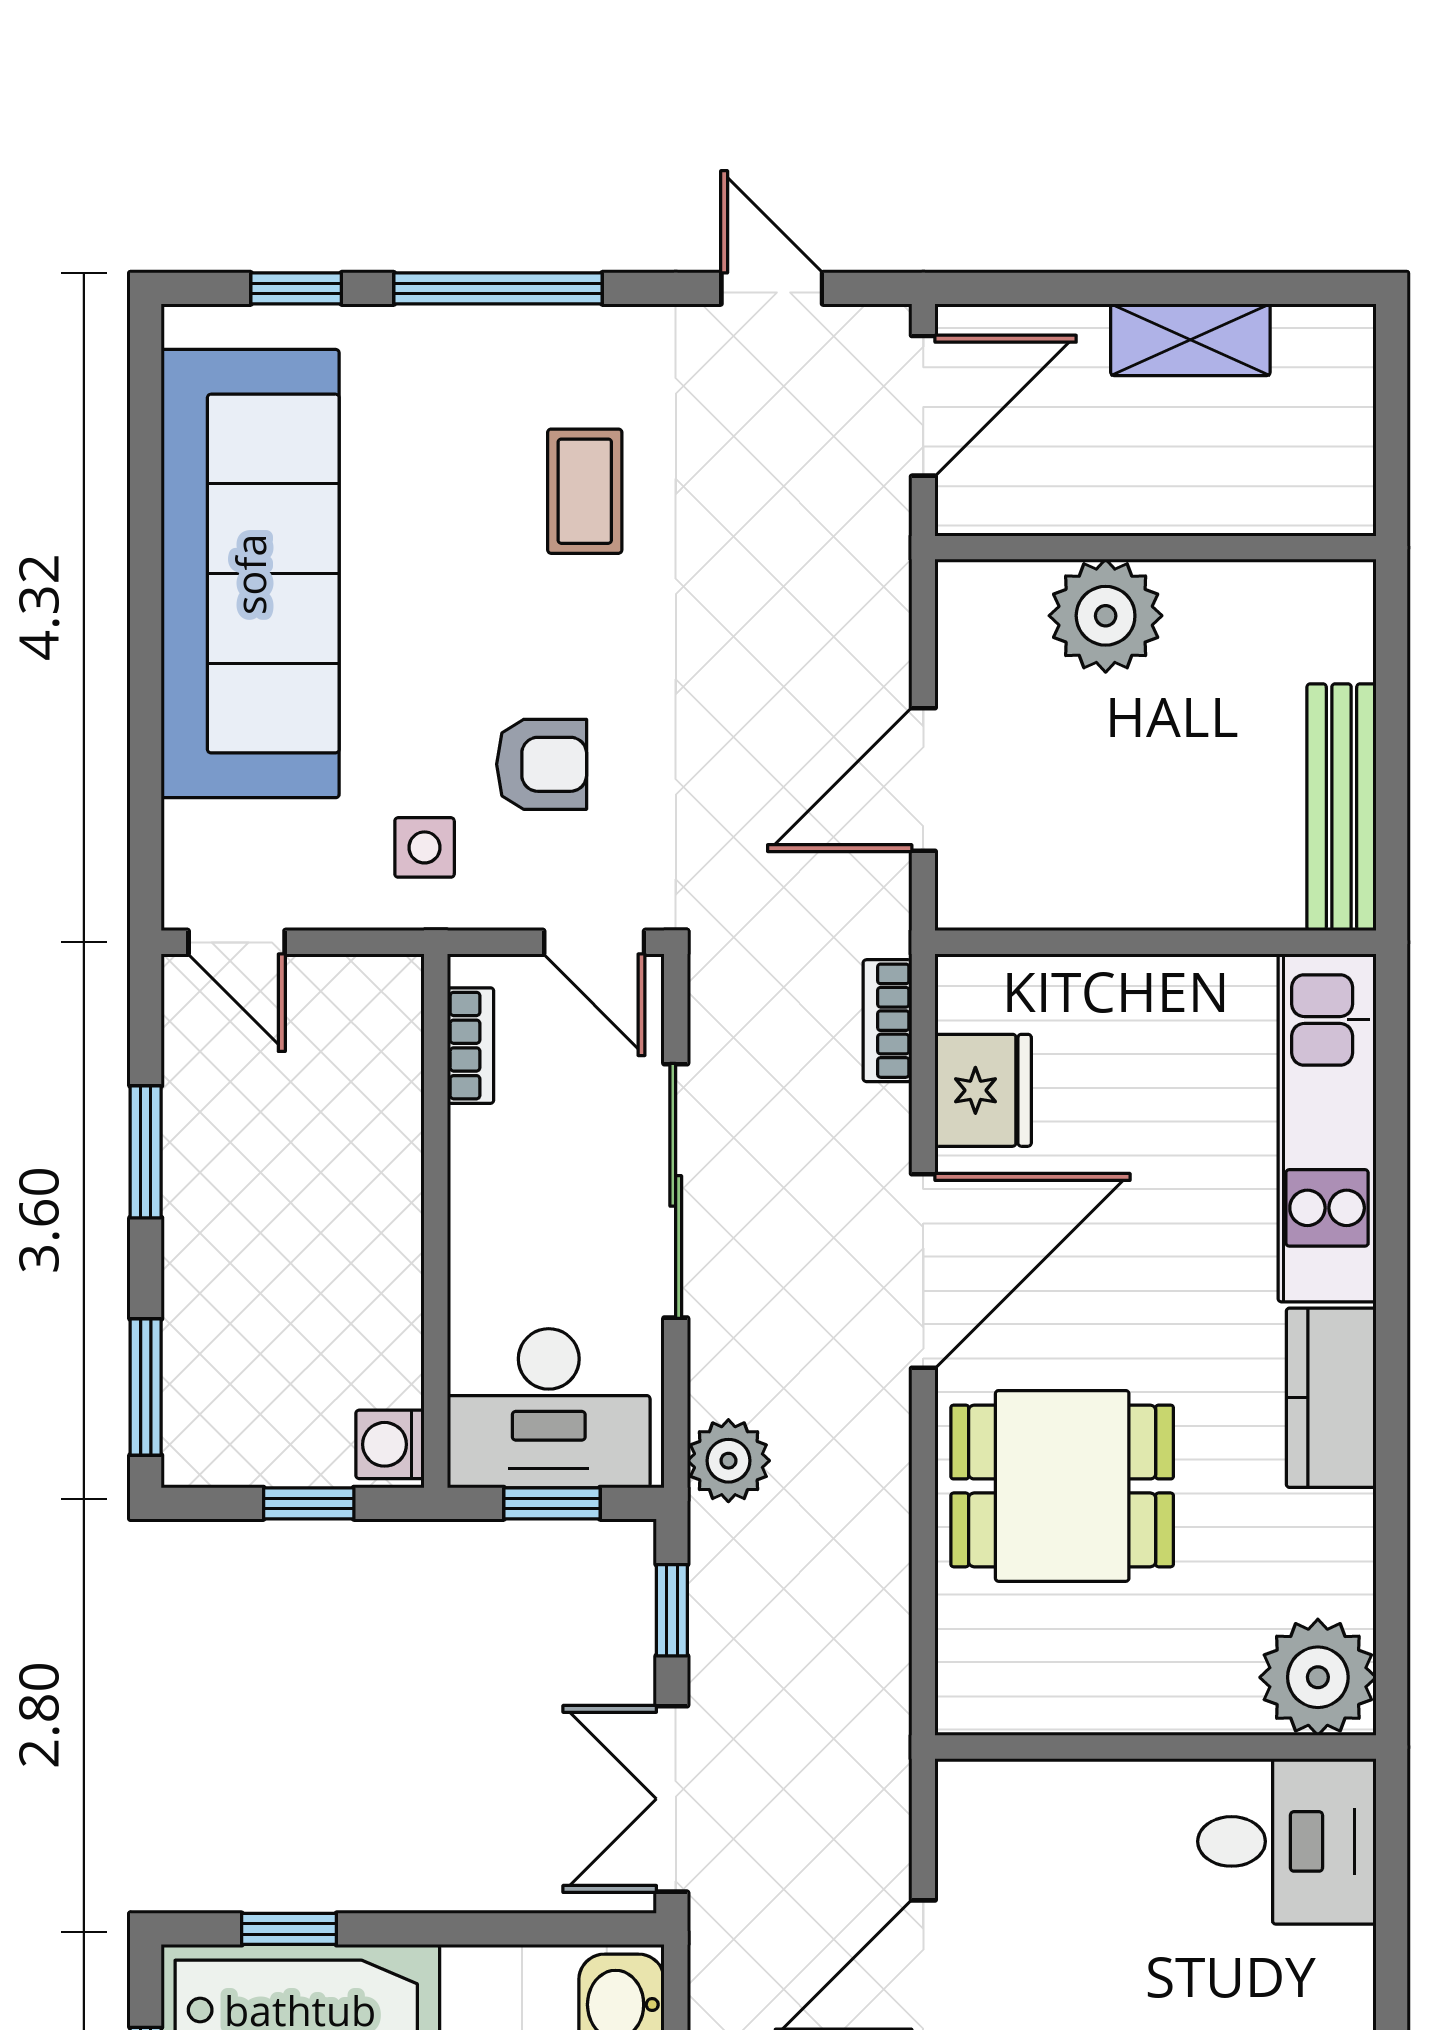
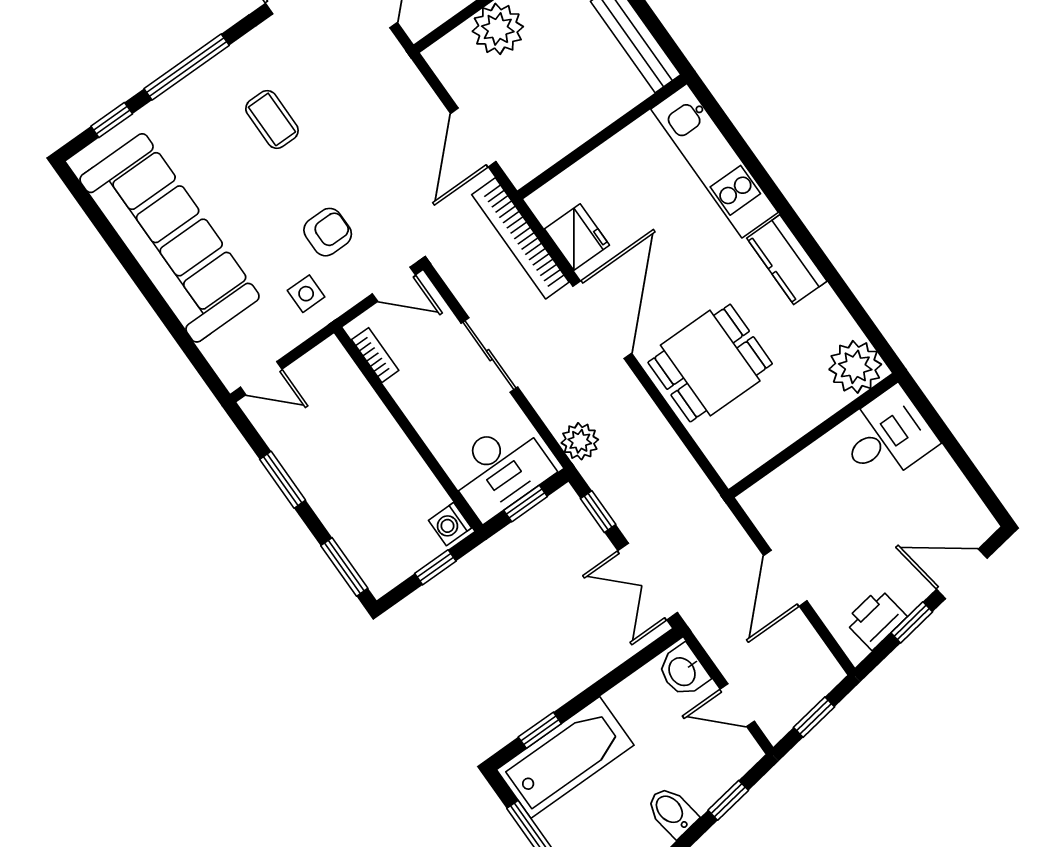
bookcase: (887, 1021) -> (520, 238), width x2.31, depth x1.31
sliding door: (676, 1191) -> (489, 355), width x0.73

